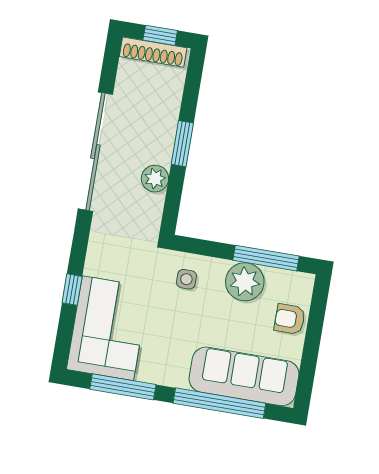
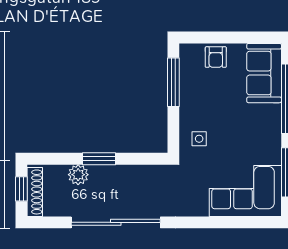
plant: (155, 179) -> (78, 175), moved
plant: (245, 282) -> (194, 95), removed
window: (72, 290) -> (221, 222), removed
sofa: (244, 376) -> (264, 73), width x0.73

